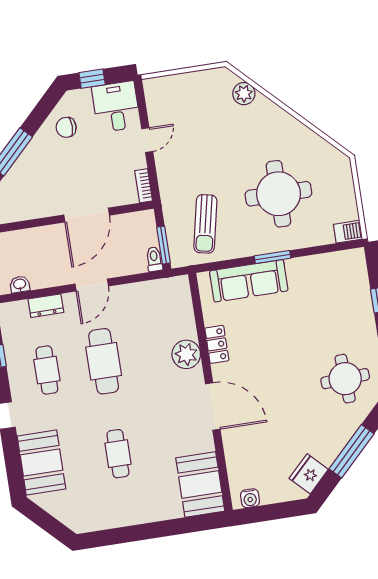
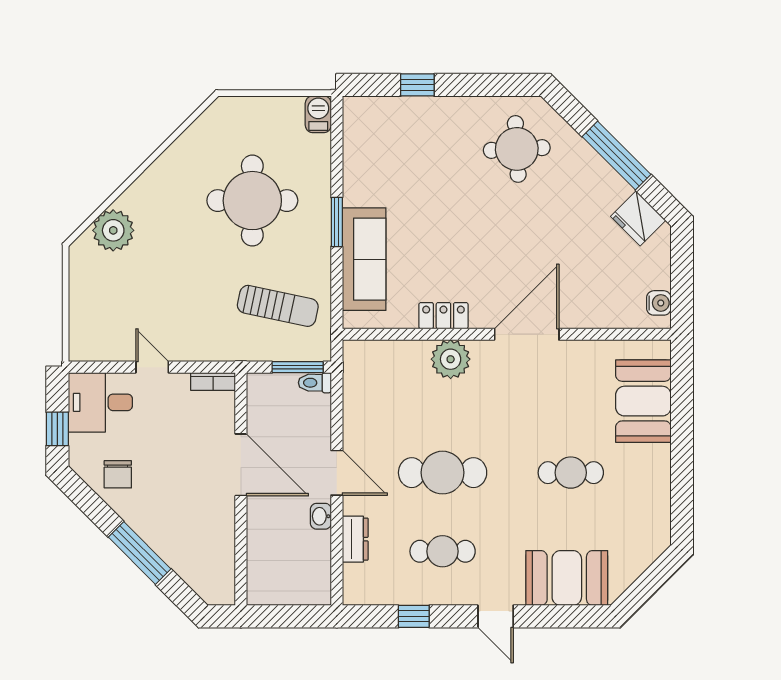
plant: (244, 94) -> (113, 230), width x1.36, depth x1.36
washbasin: (20, 284) -> (321, 516), moved
booth: (200, 484) -> (643, 401), moved, turned 90

